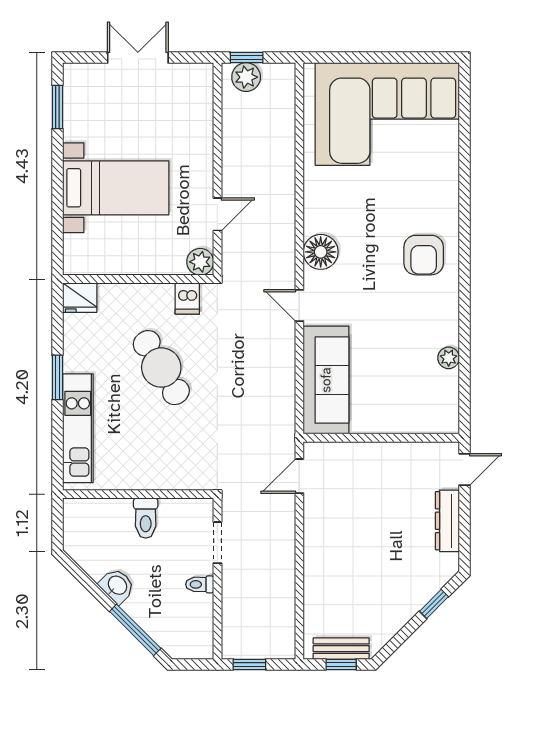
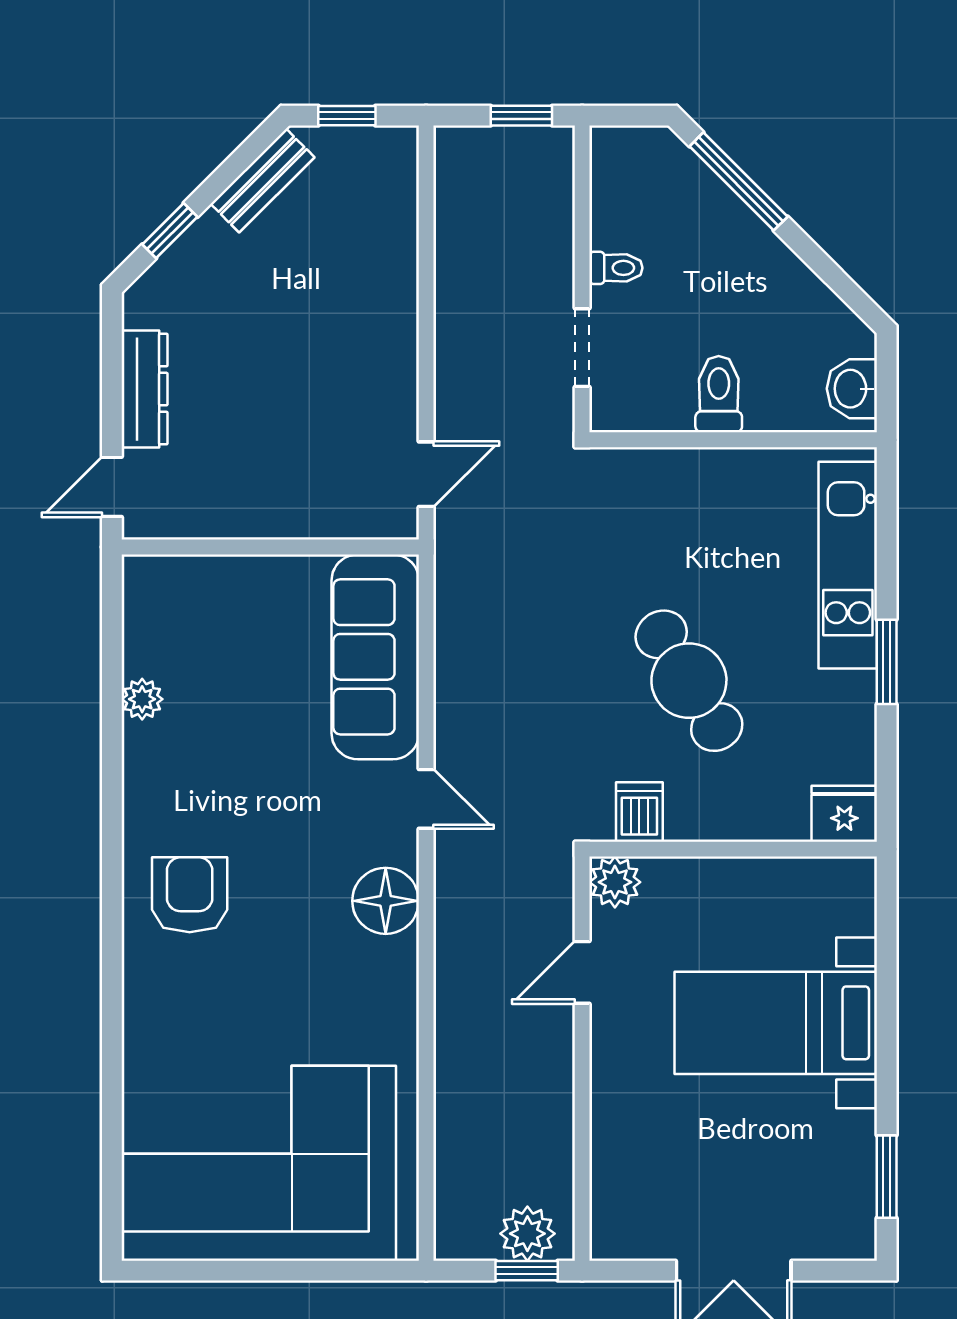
washbasin: (117, 586) -> (852, 389), moved, turned 45
bench: (341, 649) -> (263, 181), moved, turned -45

